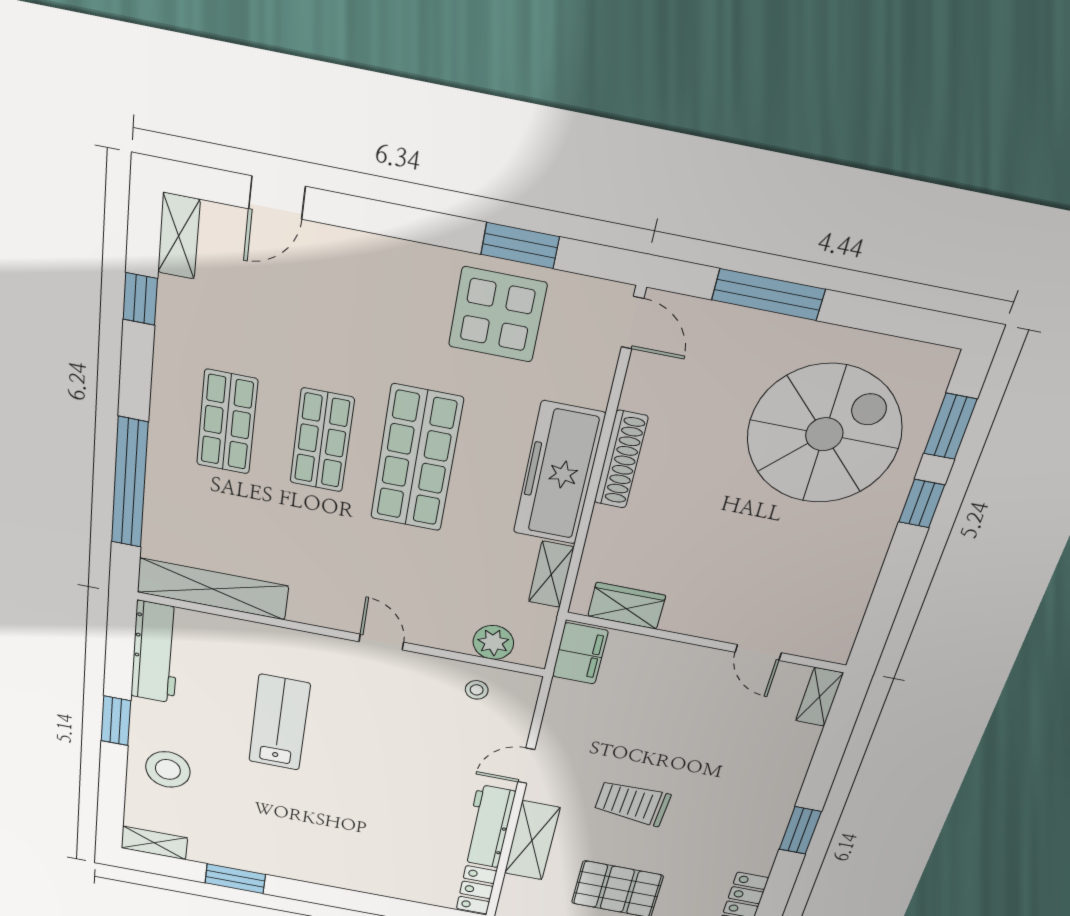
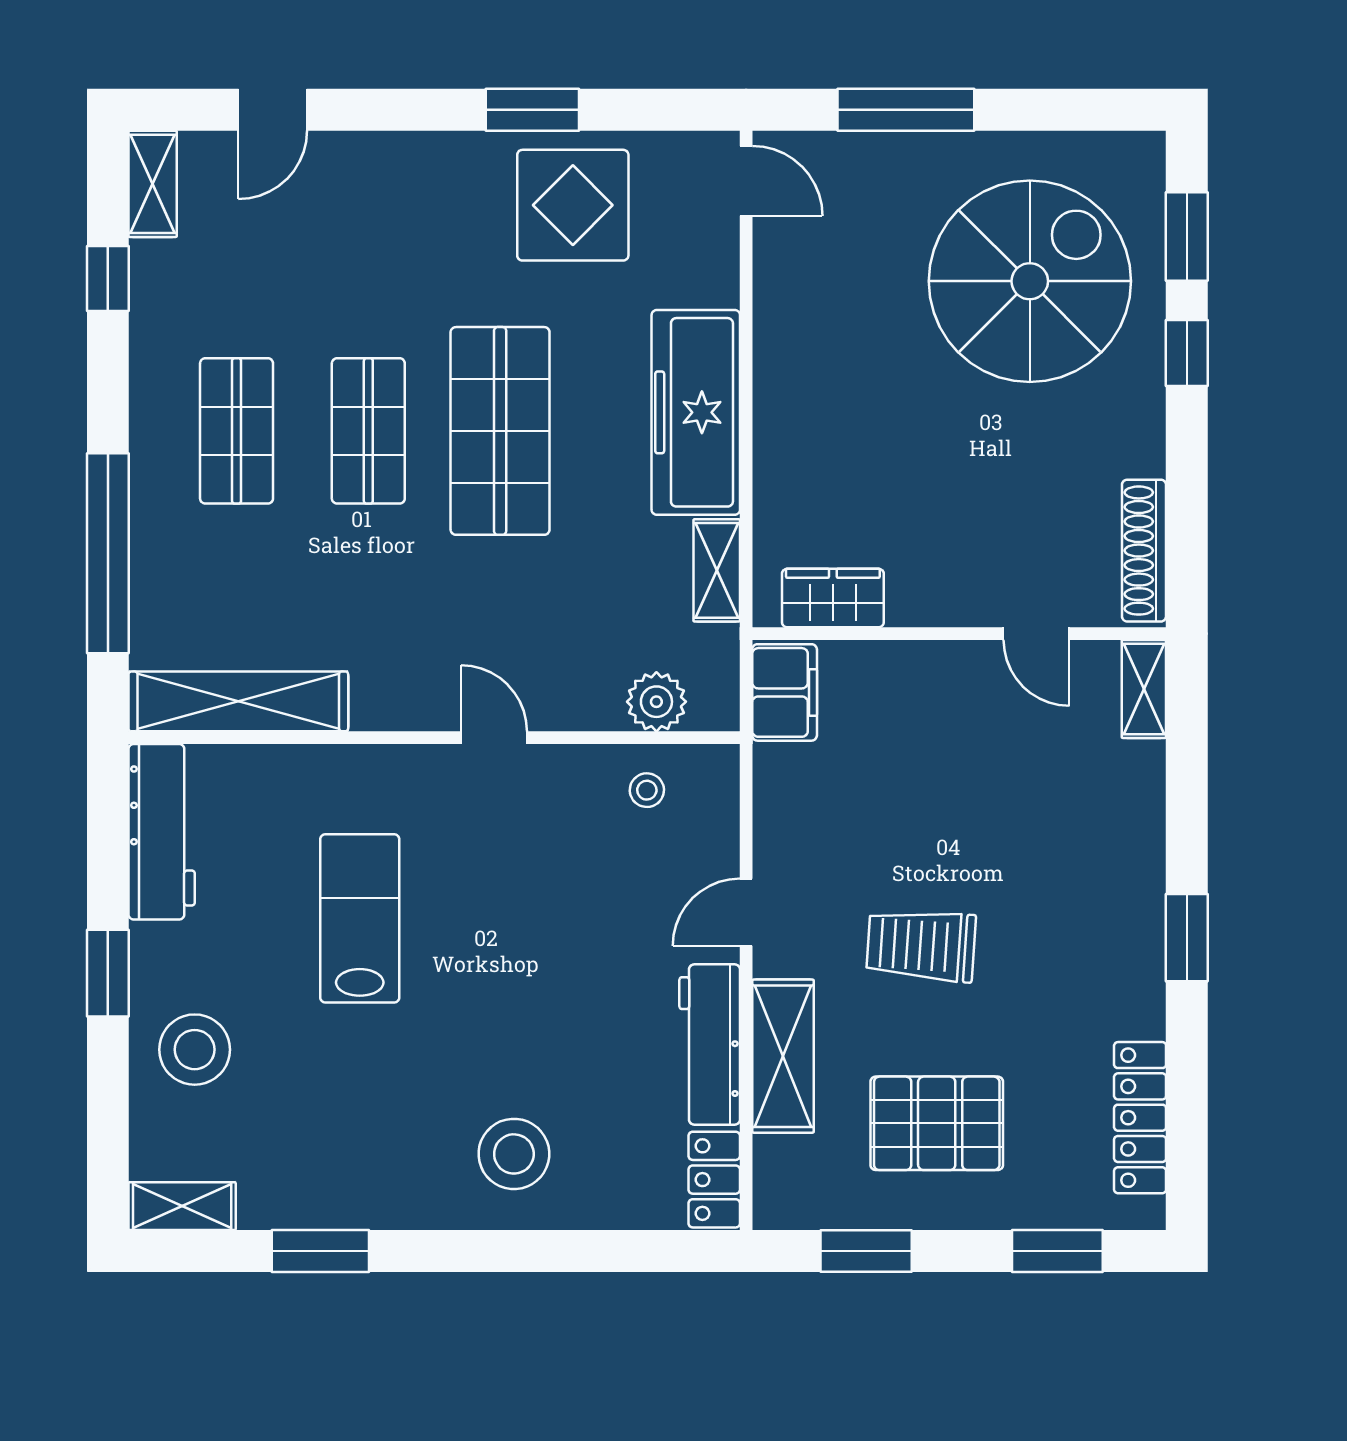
window: (520, 246) -> (532, 110), moved
shoe rack: (621, 460) -> (1144, 551), moved, turned 180
stool: (358, 856) -> (514, 1154), added

